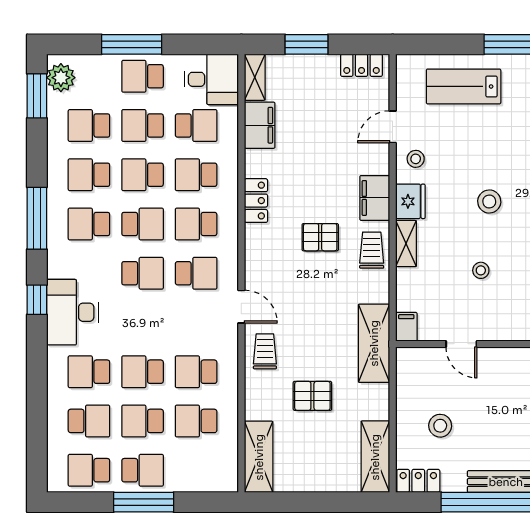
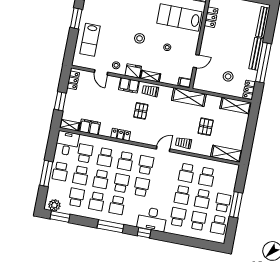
school desk: (89, 125) -> (76, 197), turned 180
school desk: (89, 372) -> (178, 217), turned 180

